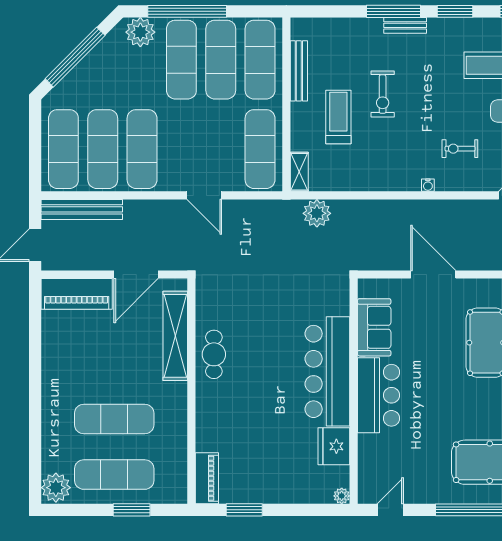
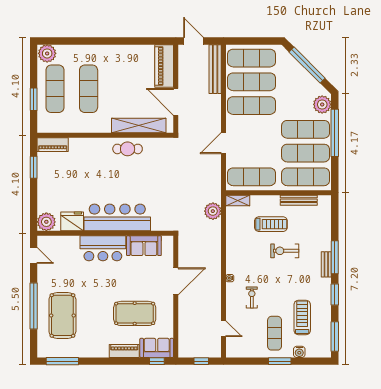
plant: (342, 496) -> (46, 222), width x1.88, depth x1.88

